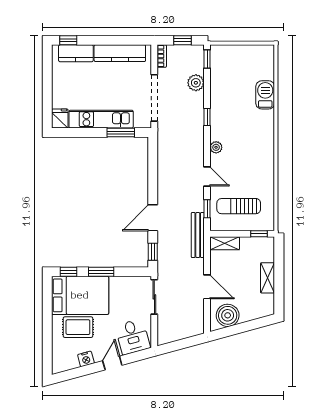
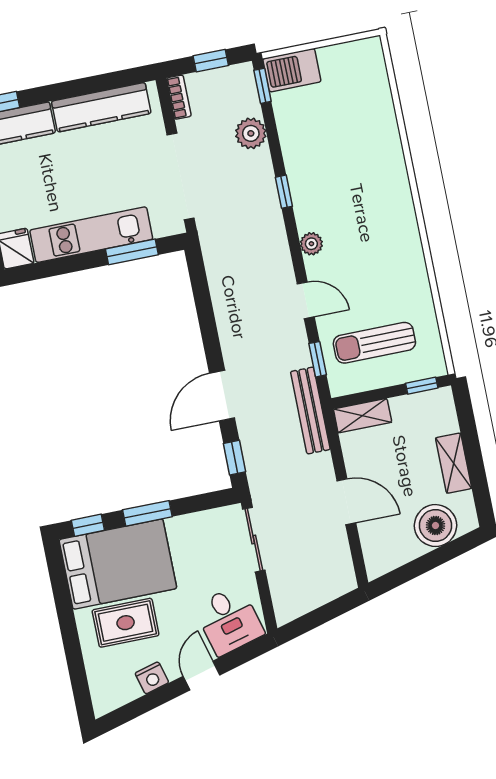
barbecue: (265, 95) -> (292, 70), moved, turned -90
boiler: (228, 315) -> (436, 526), moved

